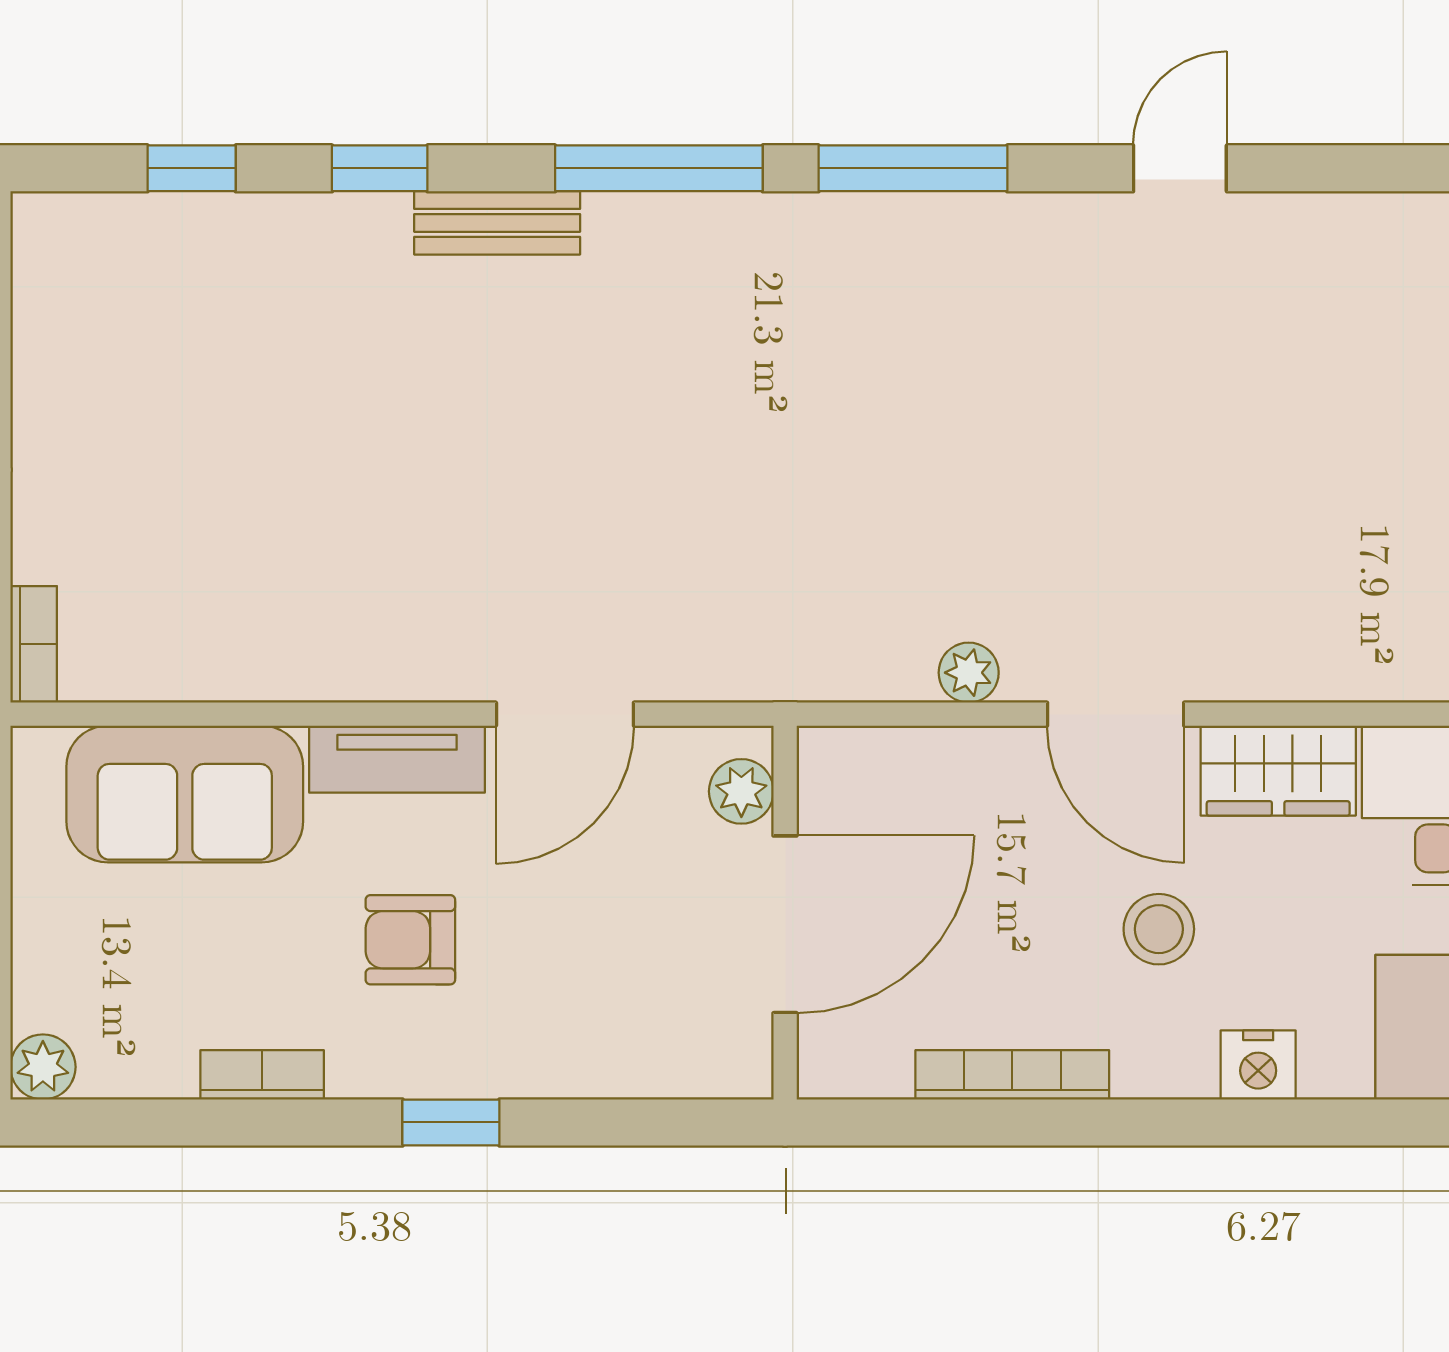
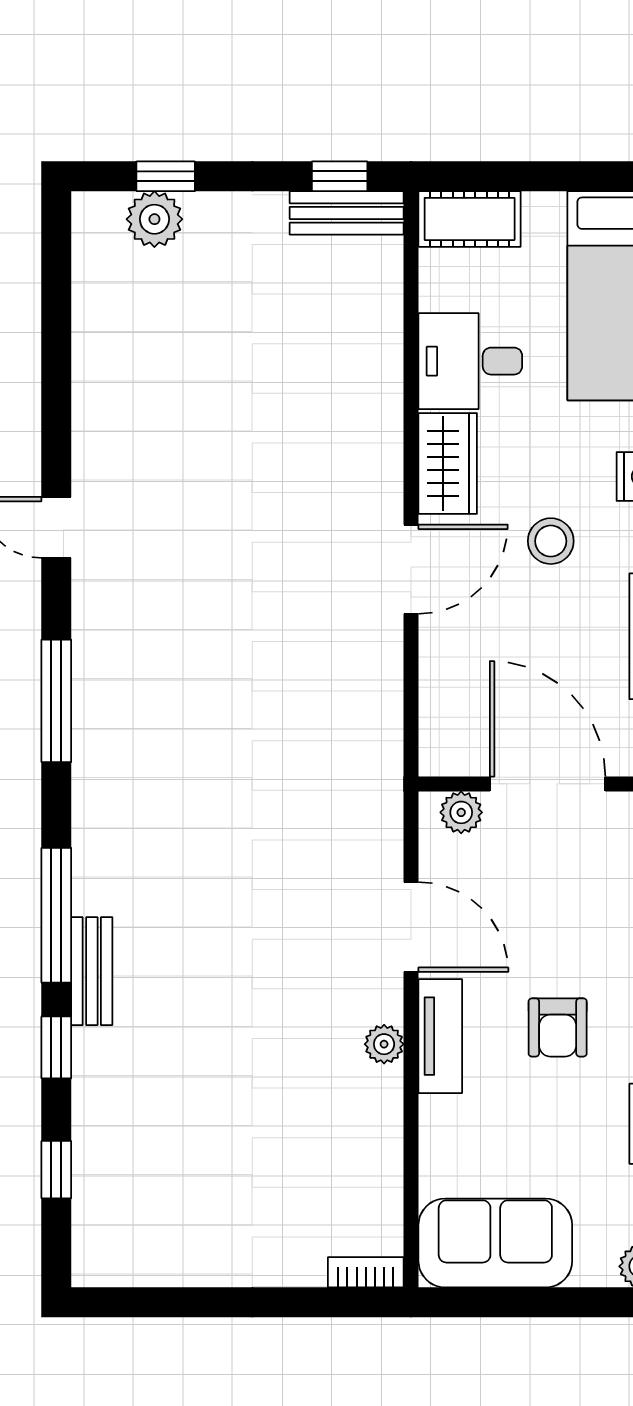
window: (659, 168) -> (56, 915), moved
plant: (969, 673) -> (384, 1044), moved
sofa: (185, 794) -> (495, 1243), moved, turned -90

